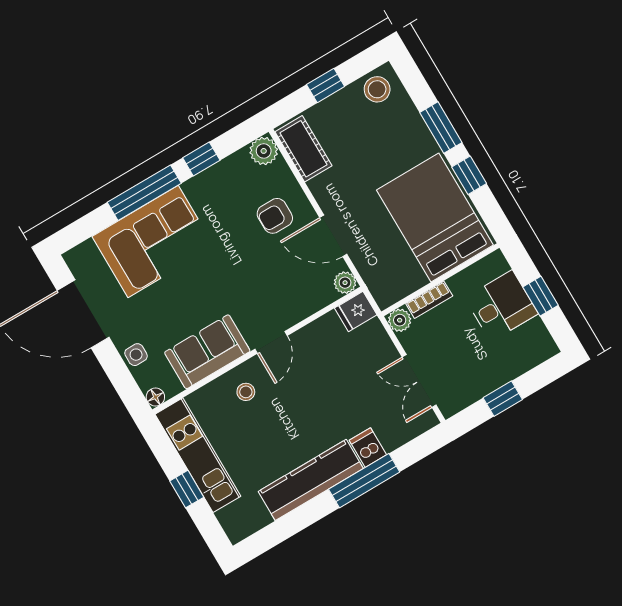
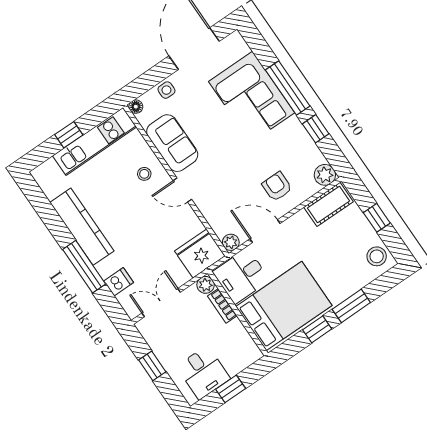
door: (333, 236) -> (265, 231), hinge flipped
desk: (391, 272) -> (241, 276), added
desk: (501, 306) -> (203, 373), moved
fridge: (356, 311) -> (200, 253), width x1.88, depth x1.34
dishwasher: (368, 448) -> (119, 282), moved

